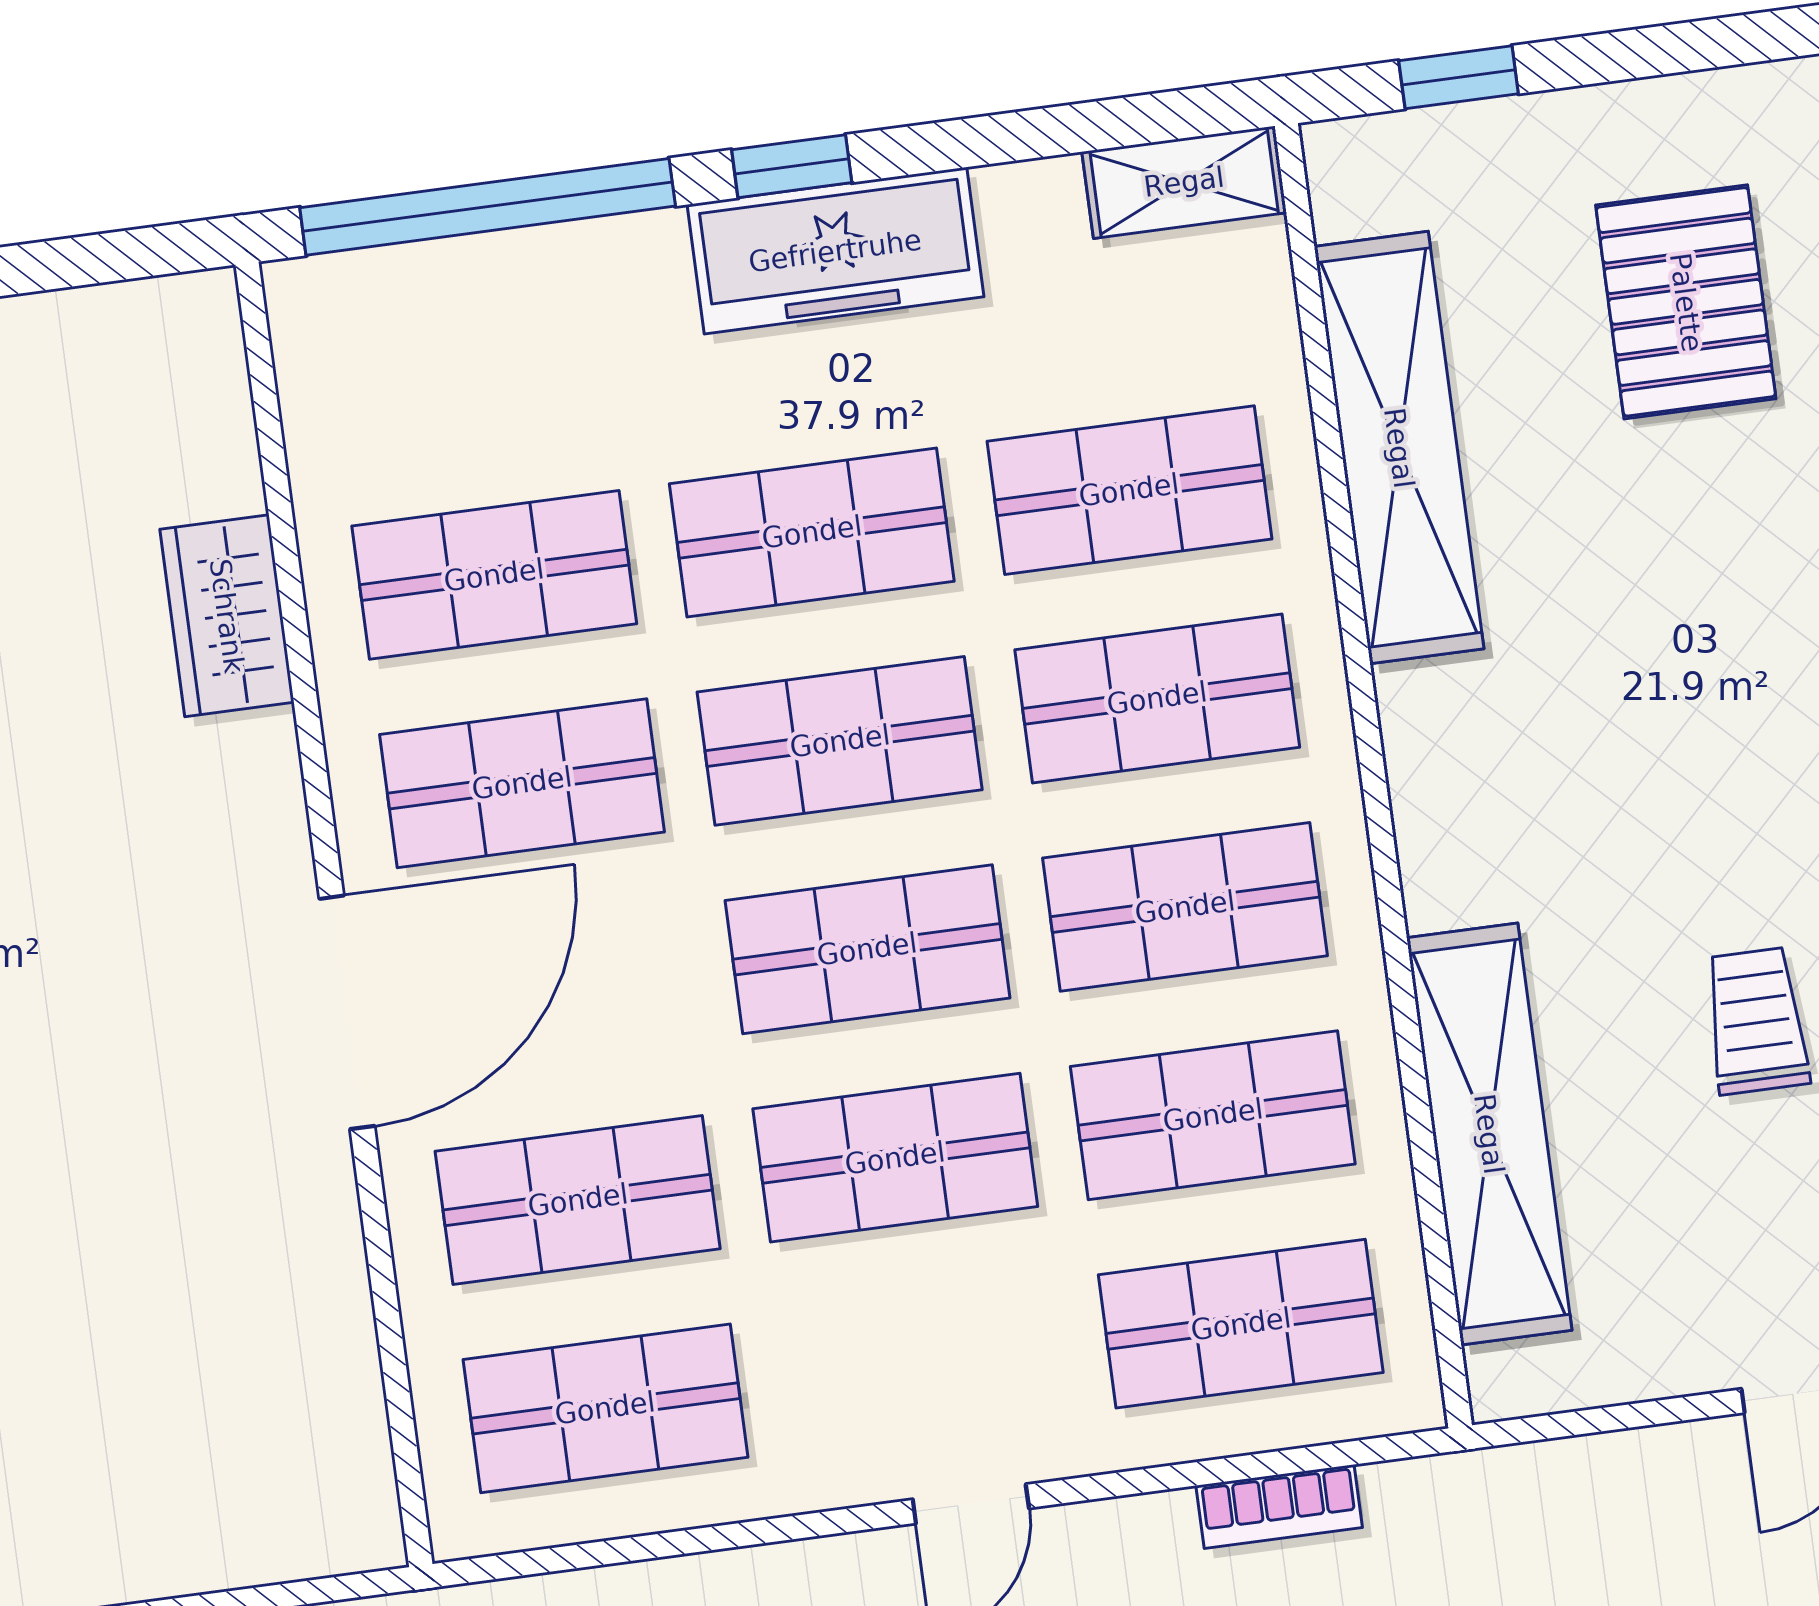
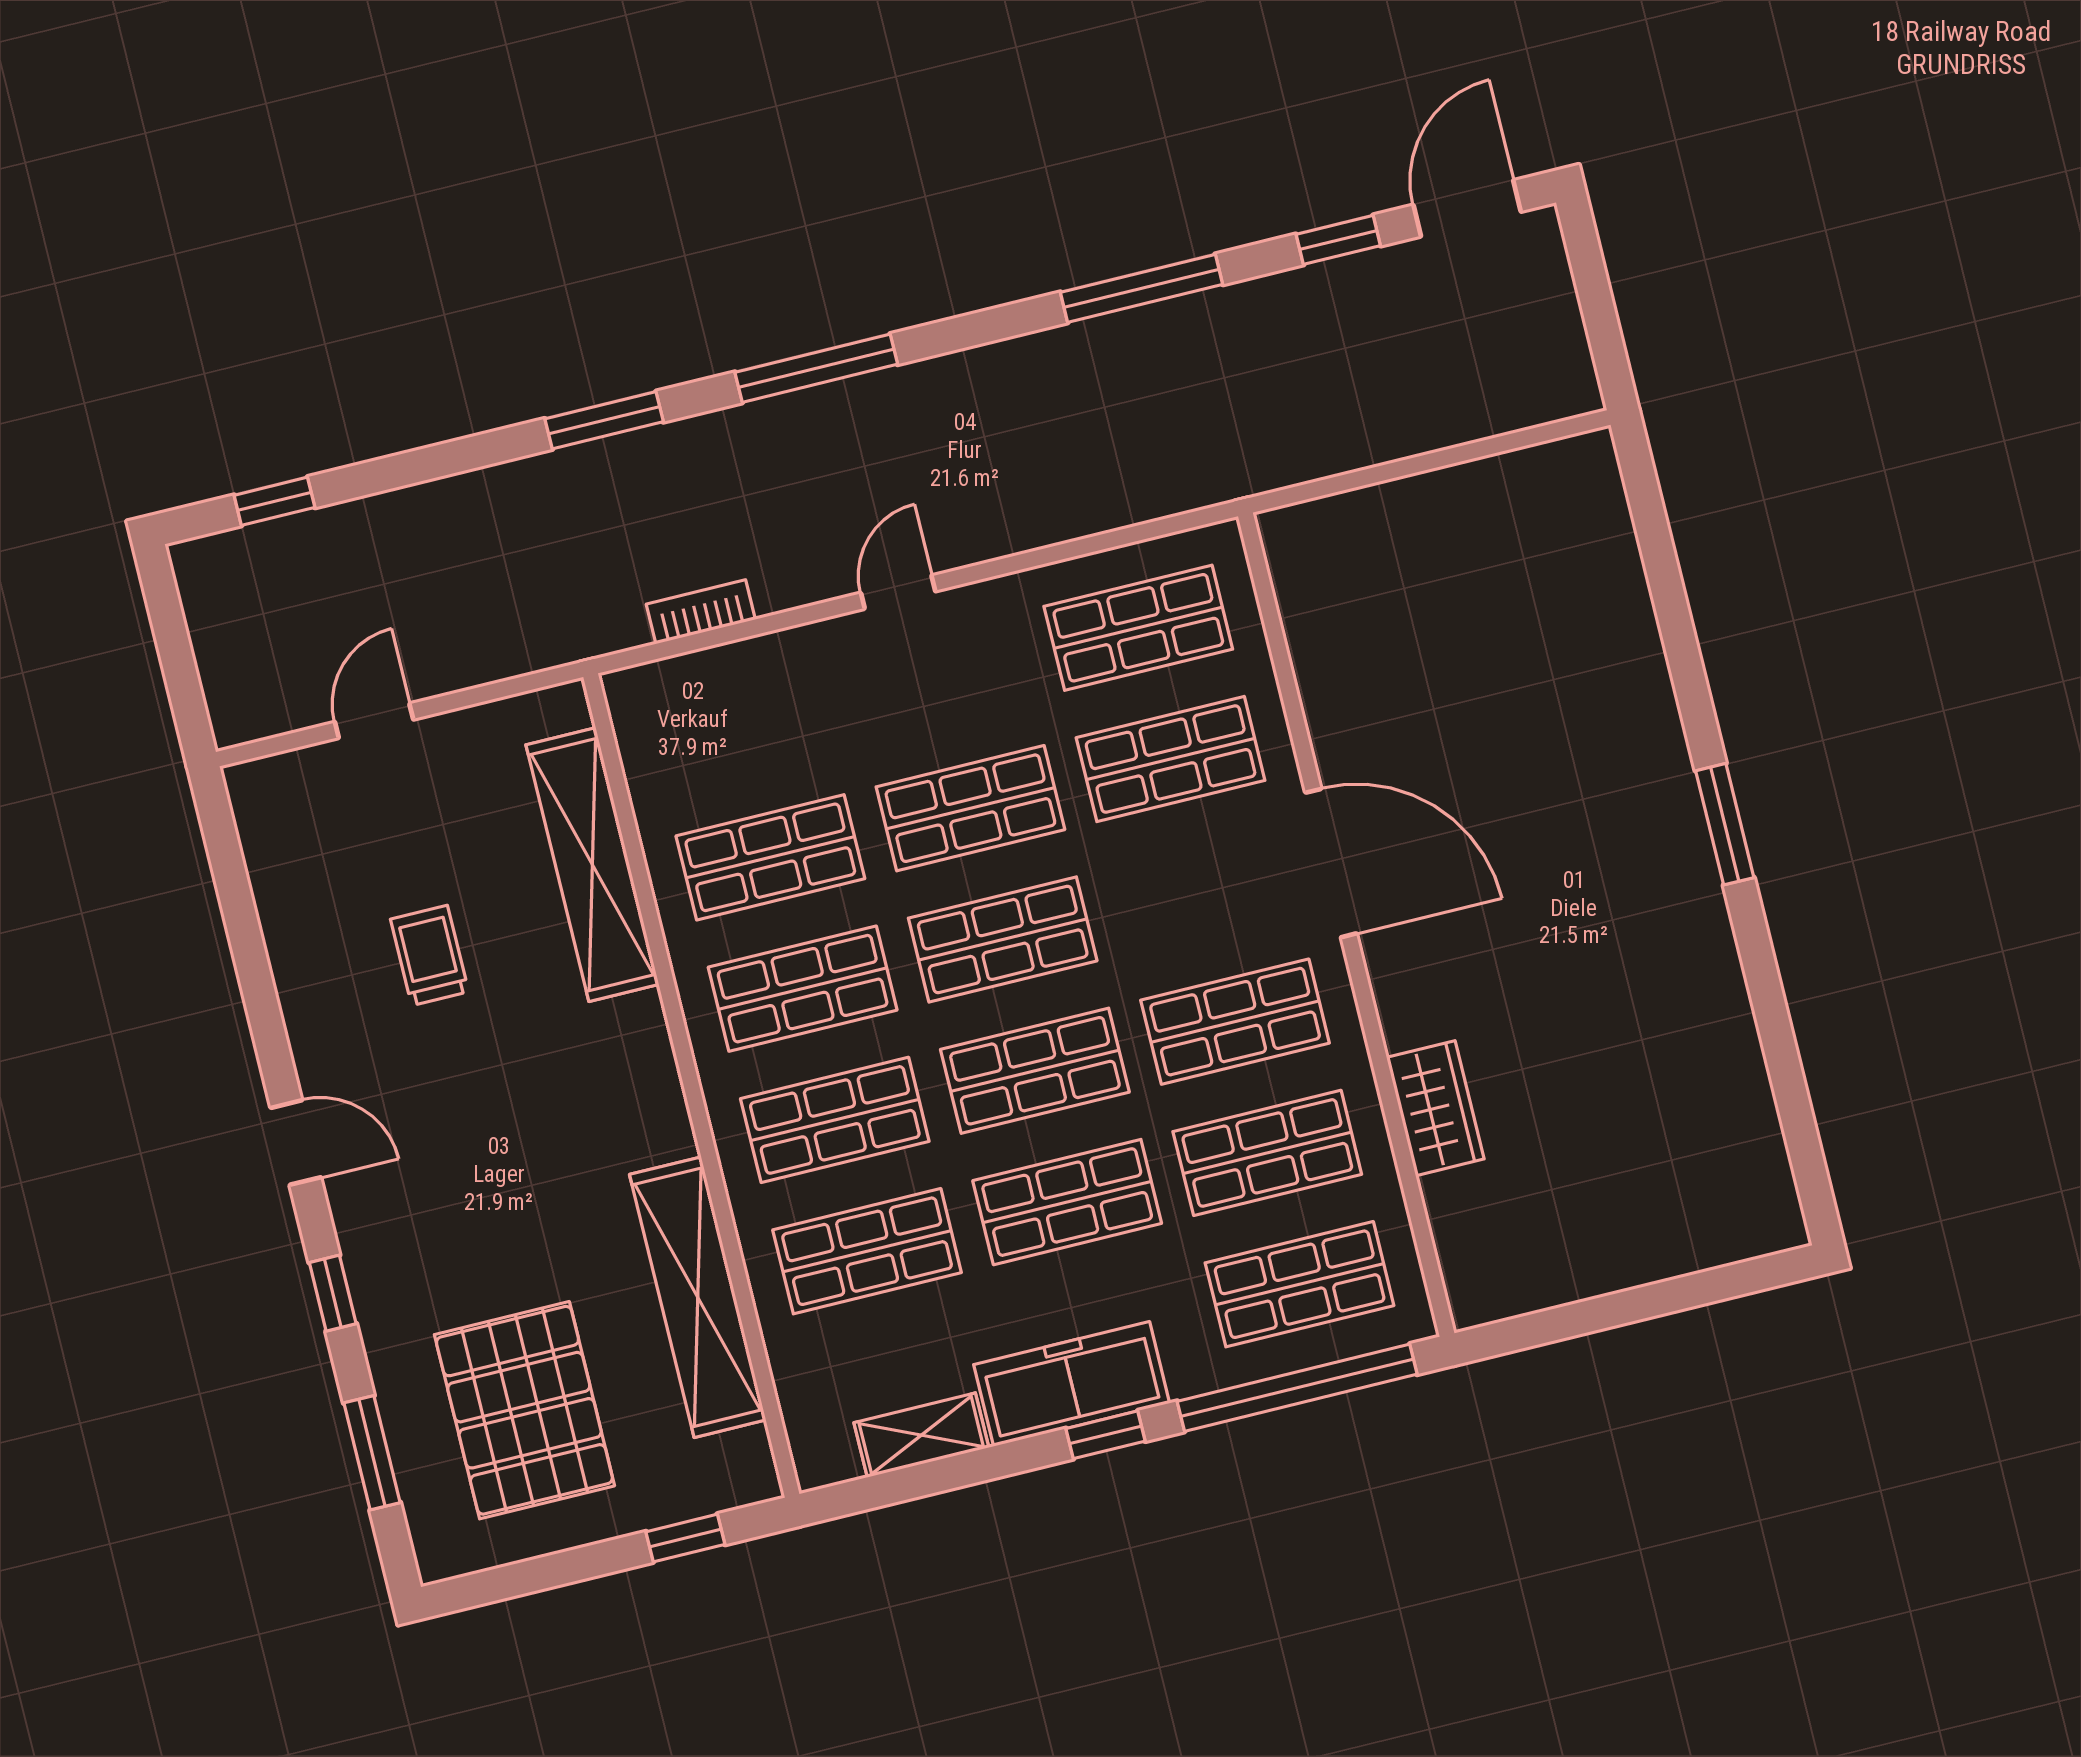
shelving: (1184, 182) -> (921, 1435), moved
pallet: (1686, 302) -> (524, 1410), width x1.37, depth x1.41
door: (347, 1012) -> (1331, 863), swing flipped
trolley: (1756, 1021) -> (429, 955), turned 180
shop shelf: (1241, 1324) -> (1300, 1284), moved

